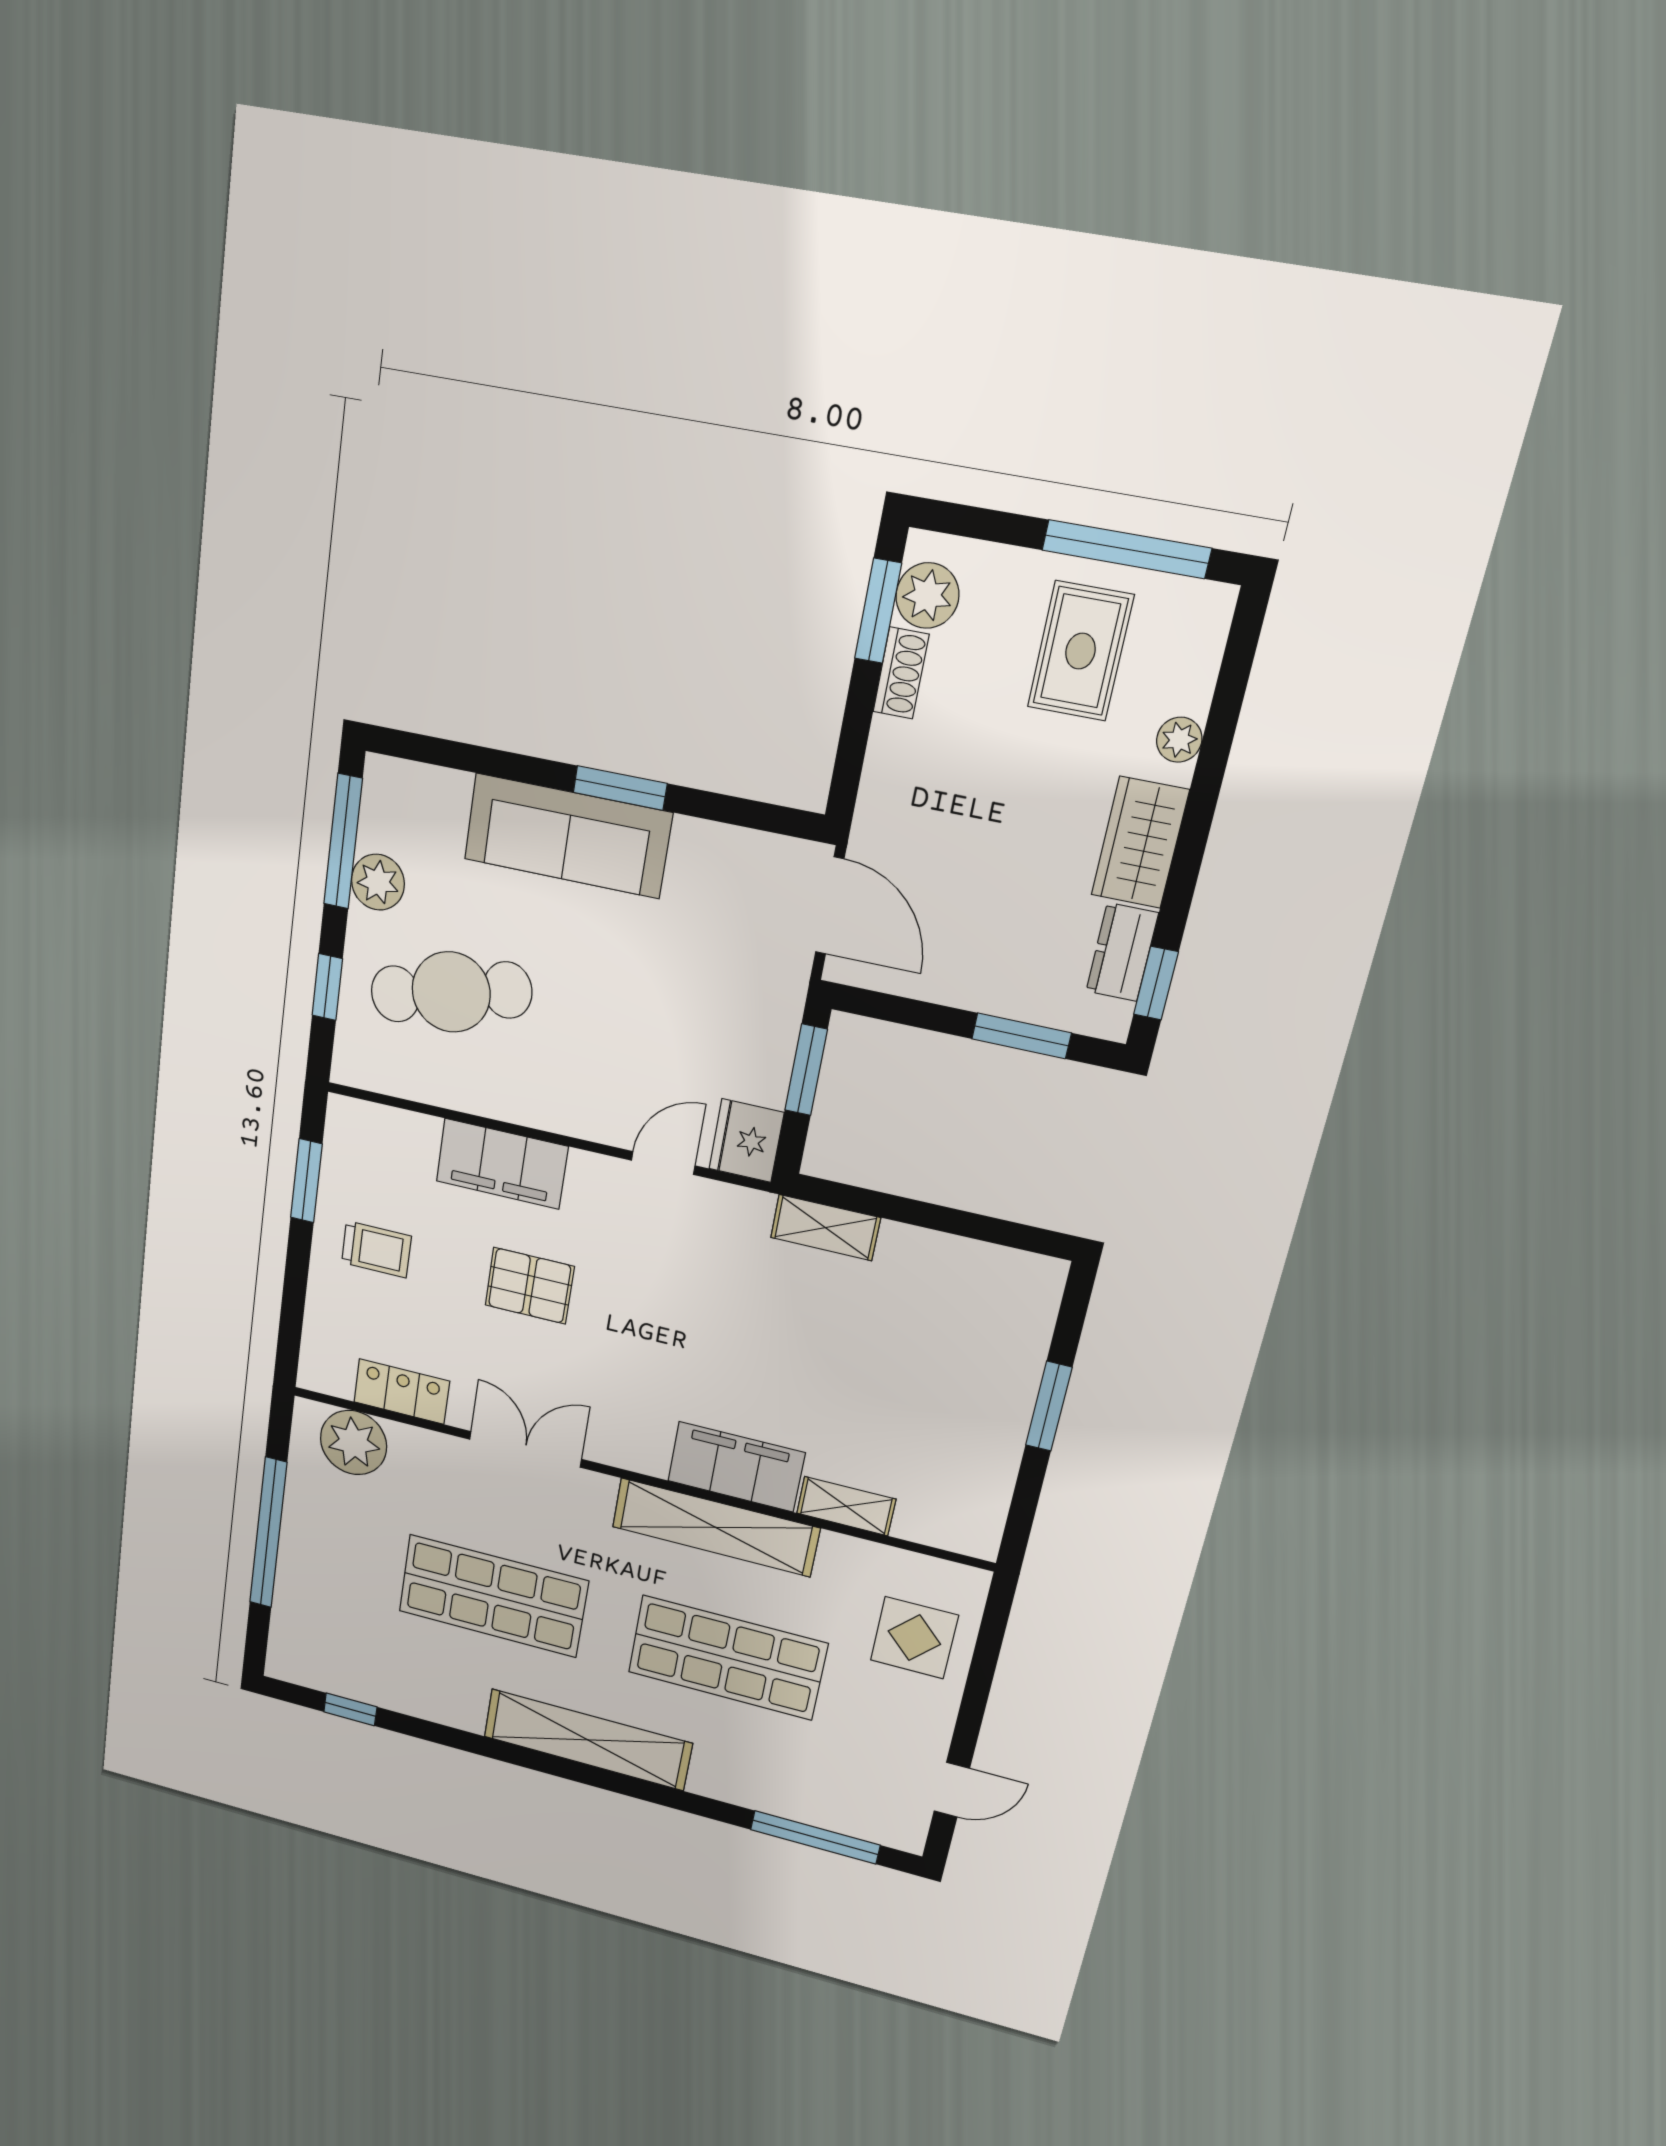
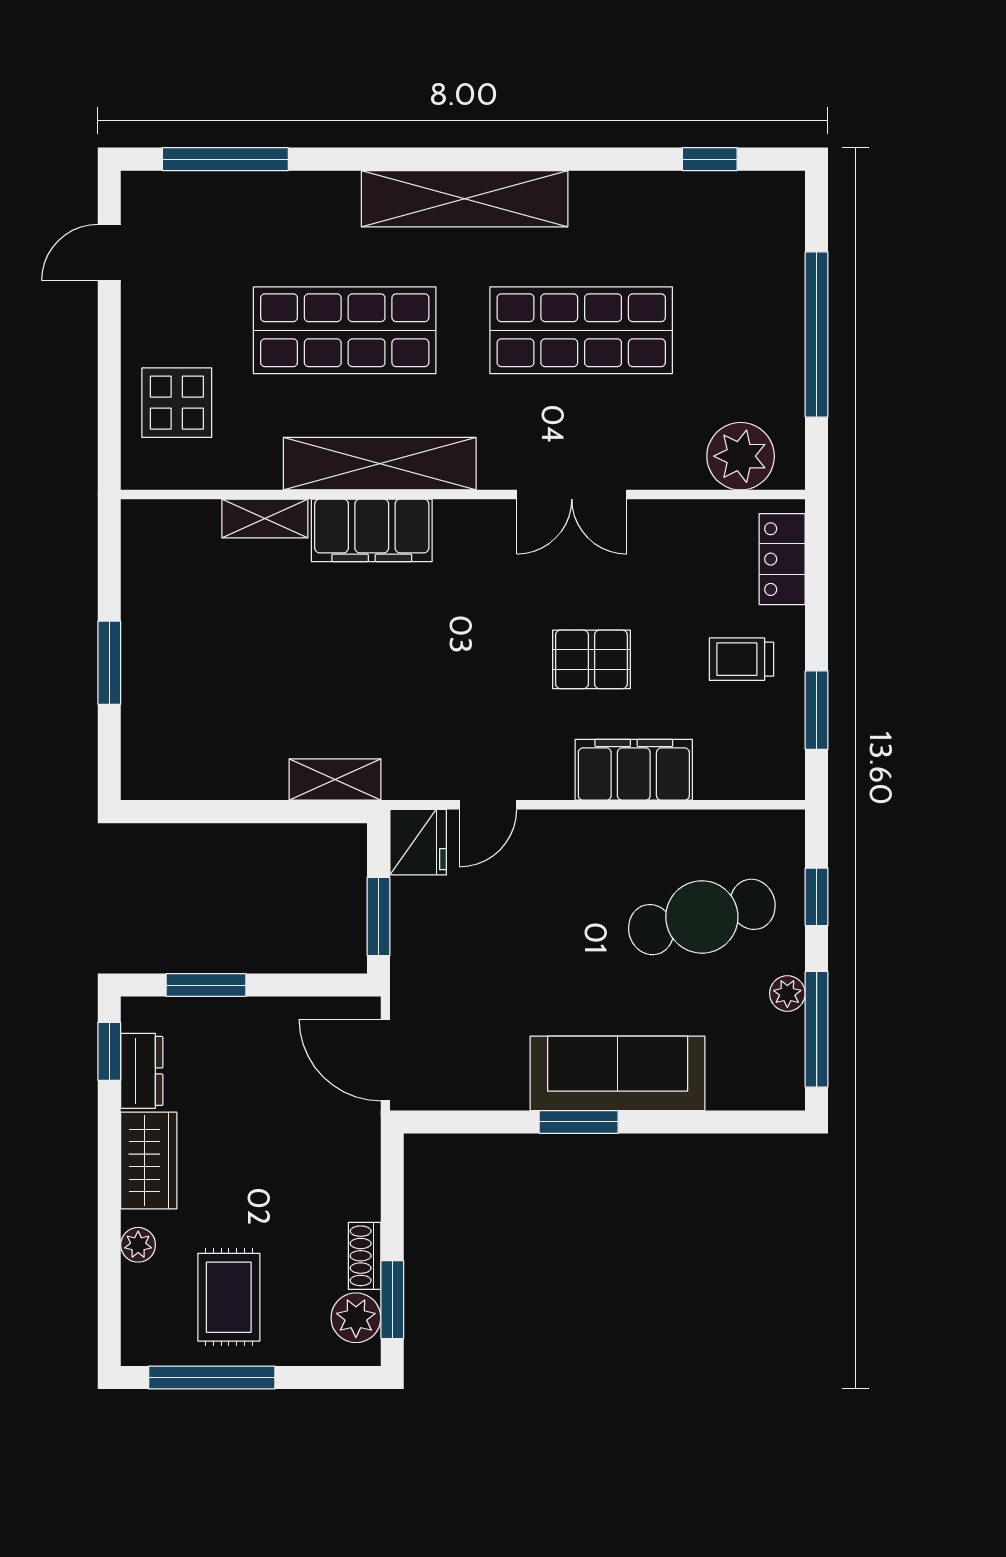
plant: (378, 882) -> (787, 993), width x0.73, depth x0.73
locker: (402, 1392) -> (782, 559), moved, turned 90

